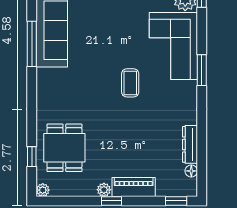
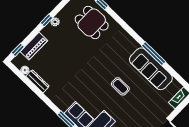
coffee table: (130, 83) -> (120, 86), moved
piano: (134, 187) -> (34, 46), moved

